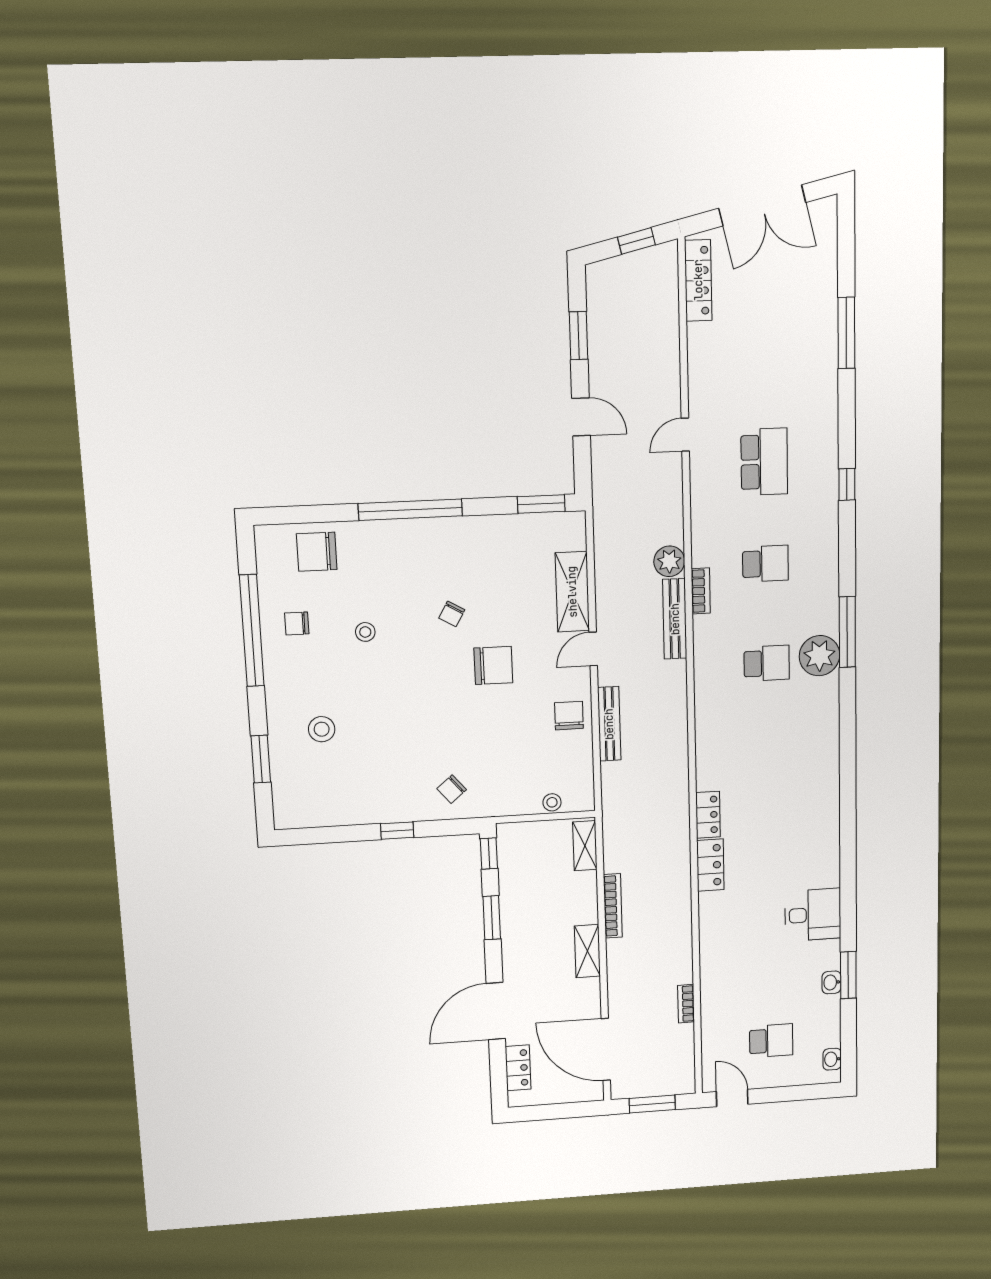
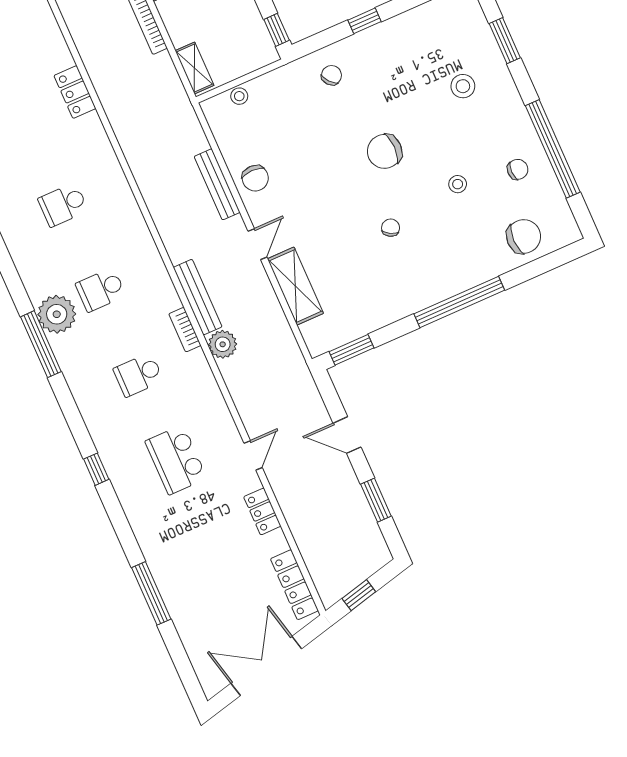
chair: (493, 665) -> (385, 151), moved
school desk: (768, 761) -> (63, 205), added
locker: (708, 815) -> (262, 511), moved

